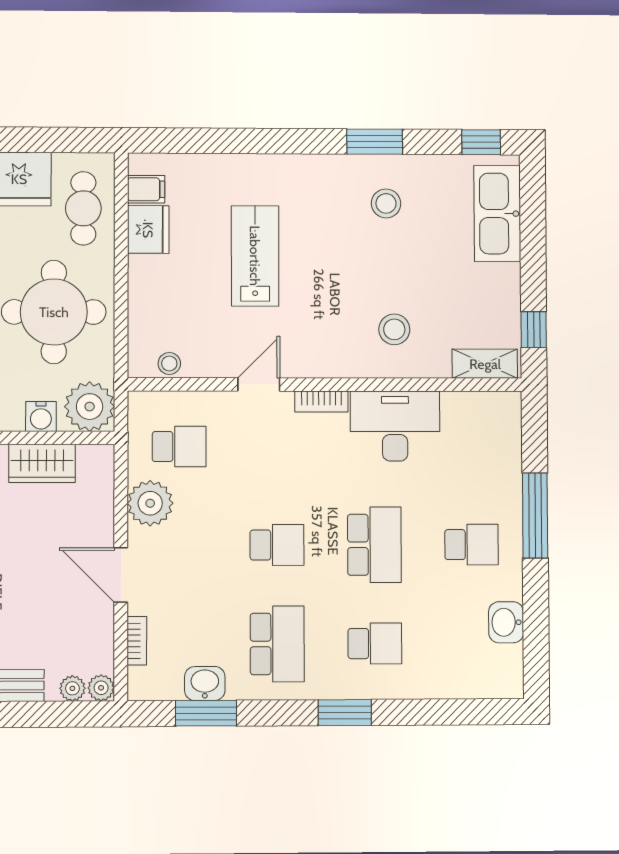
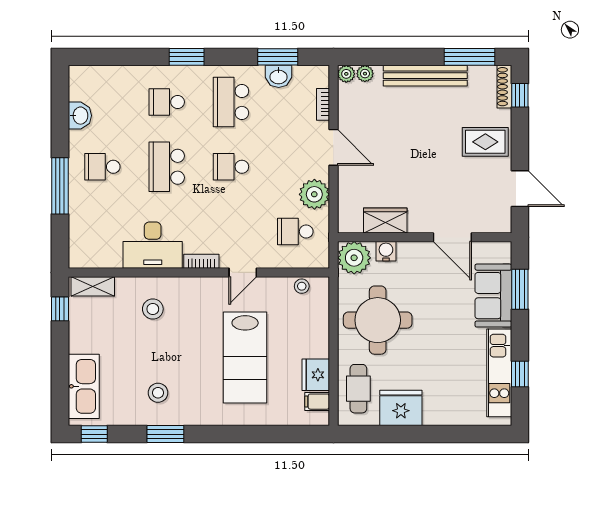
lab bench: (255, 256) -> (245, 357), width x1.36, depth x1.39

